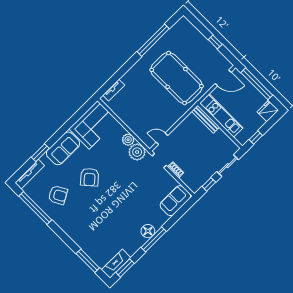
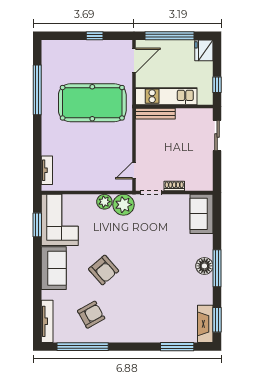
window: (40, 153) -> (37, 225), moved
window: (209, 184) -> (217, 169), removed

